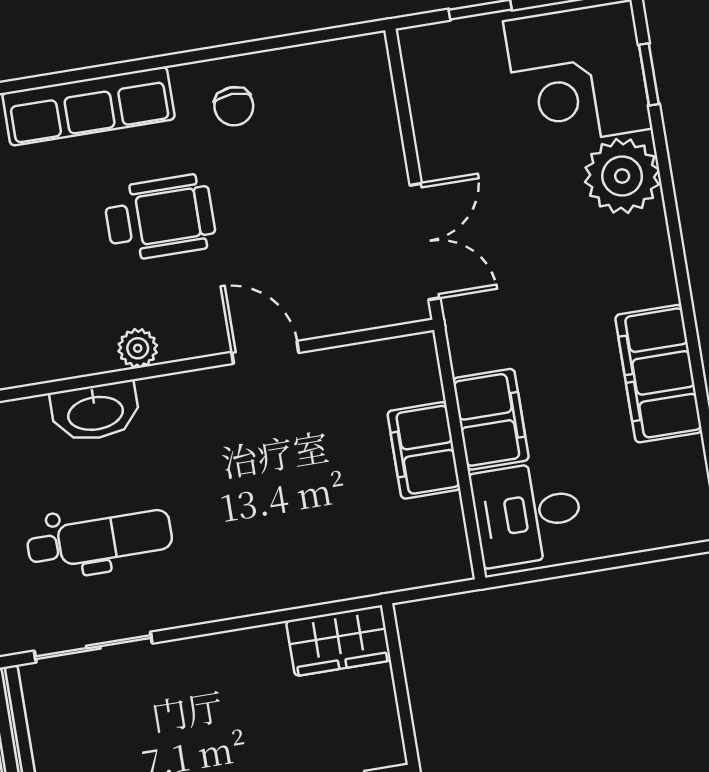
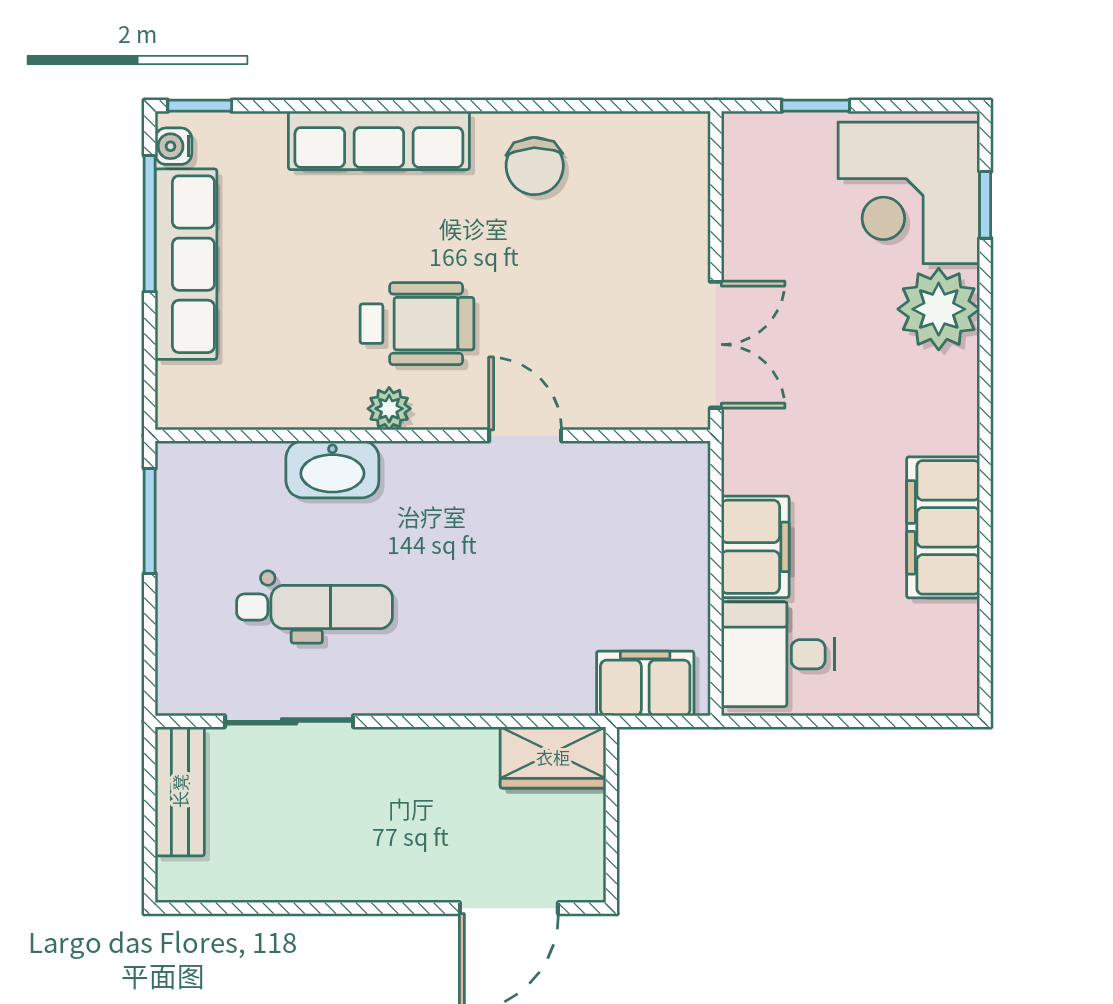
chair: (234, 106) -> (535, 166), width x1.37, depth x1.37
wheelchair: (160, 218) -> (417, 324), moved
filing cabinet: (424, 450) -> (645, 683), moved, turned 90

